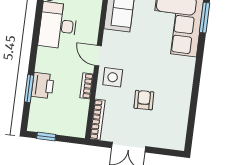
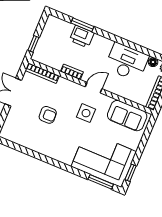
side table: (113, 77) -> (86, 113), moved
window: (46, 137) -> (33, 44), moved

